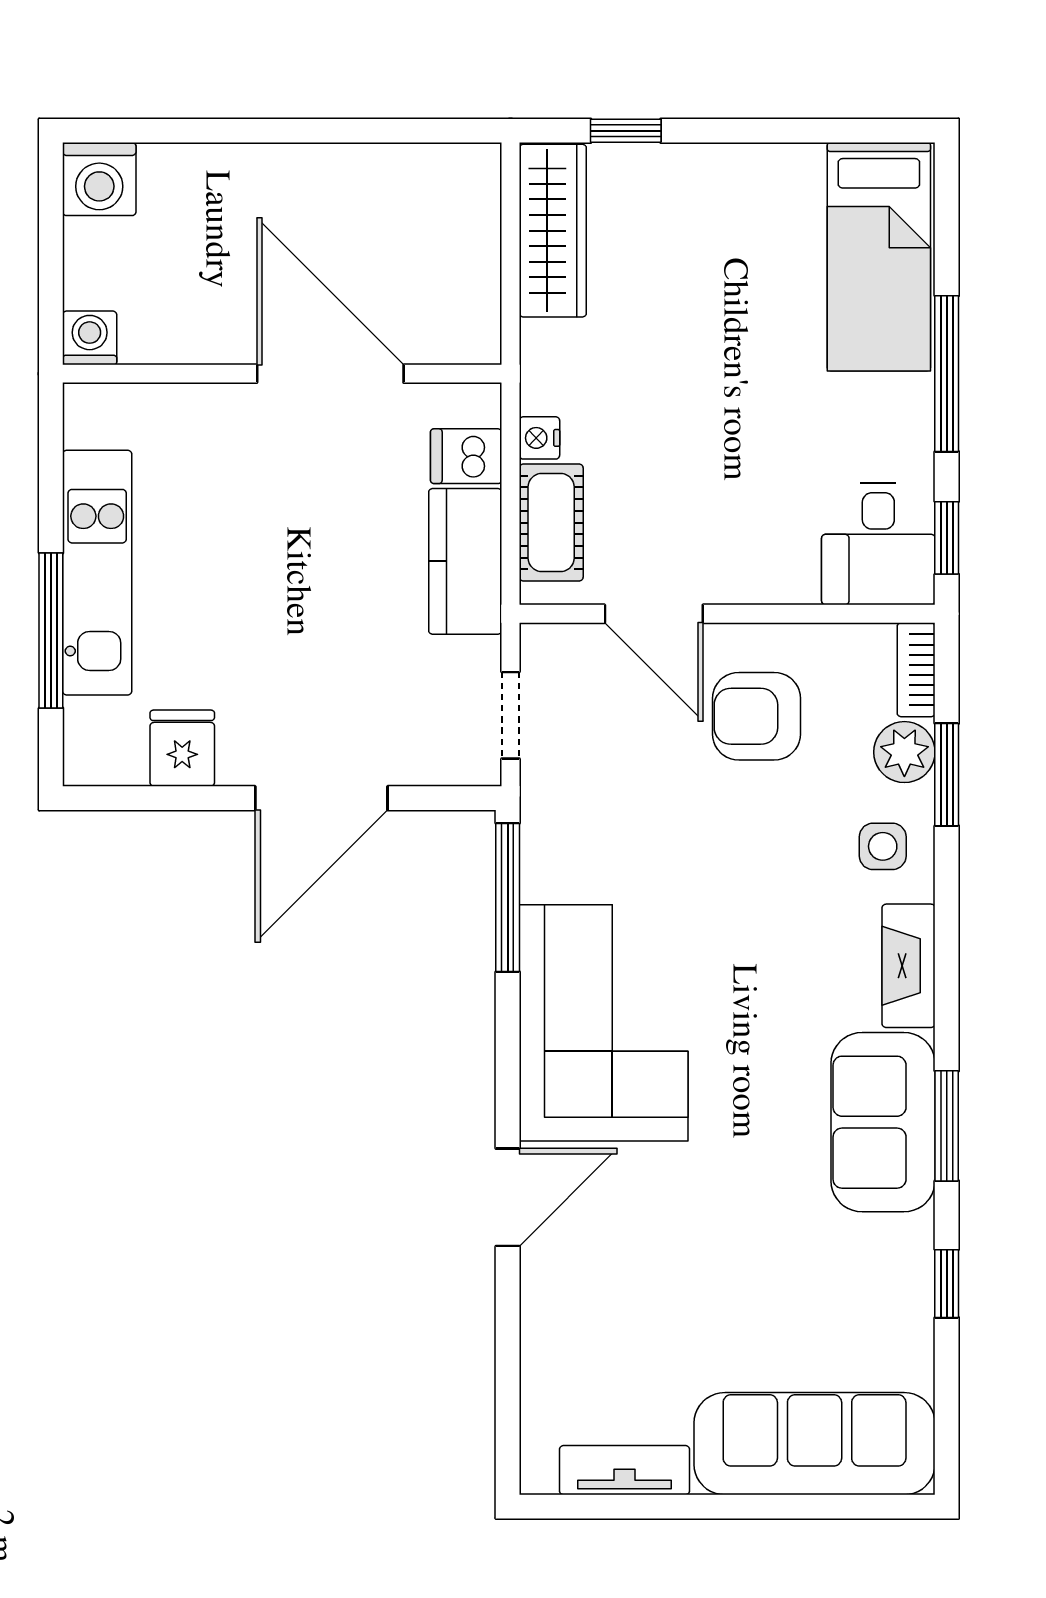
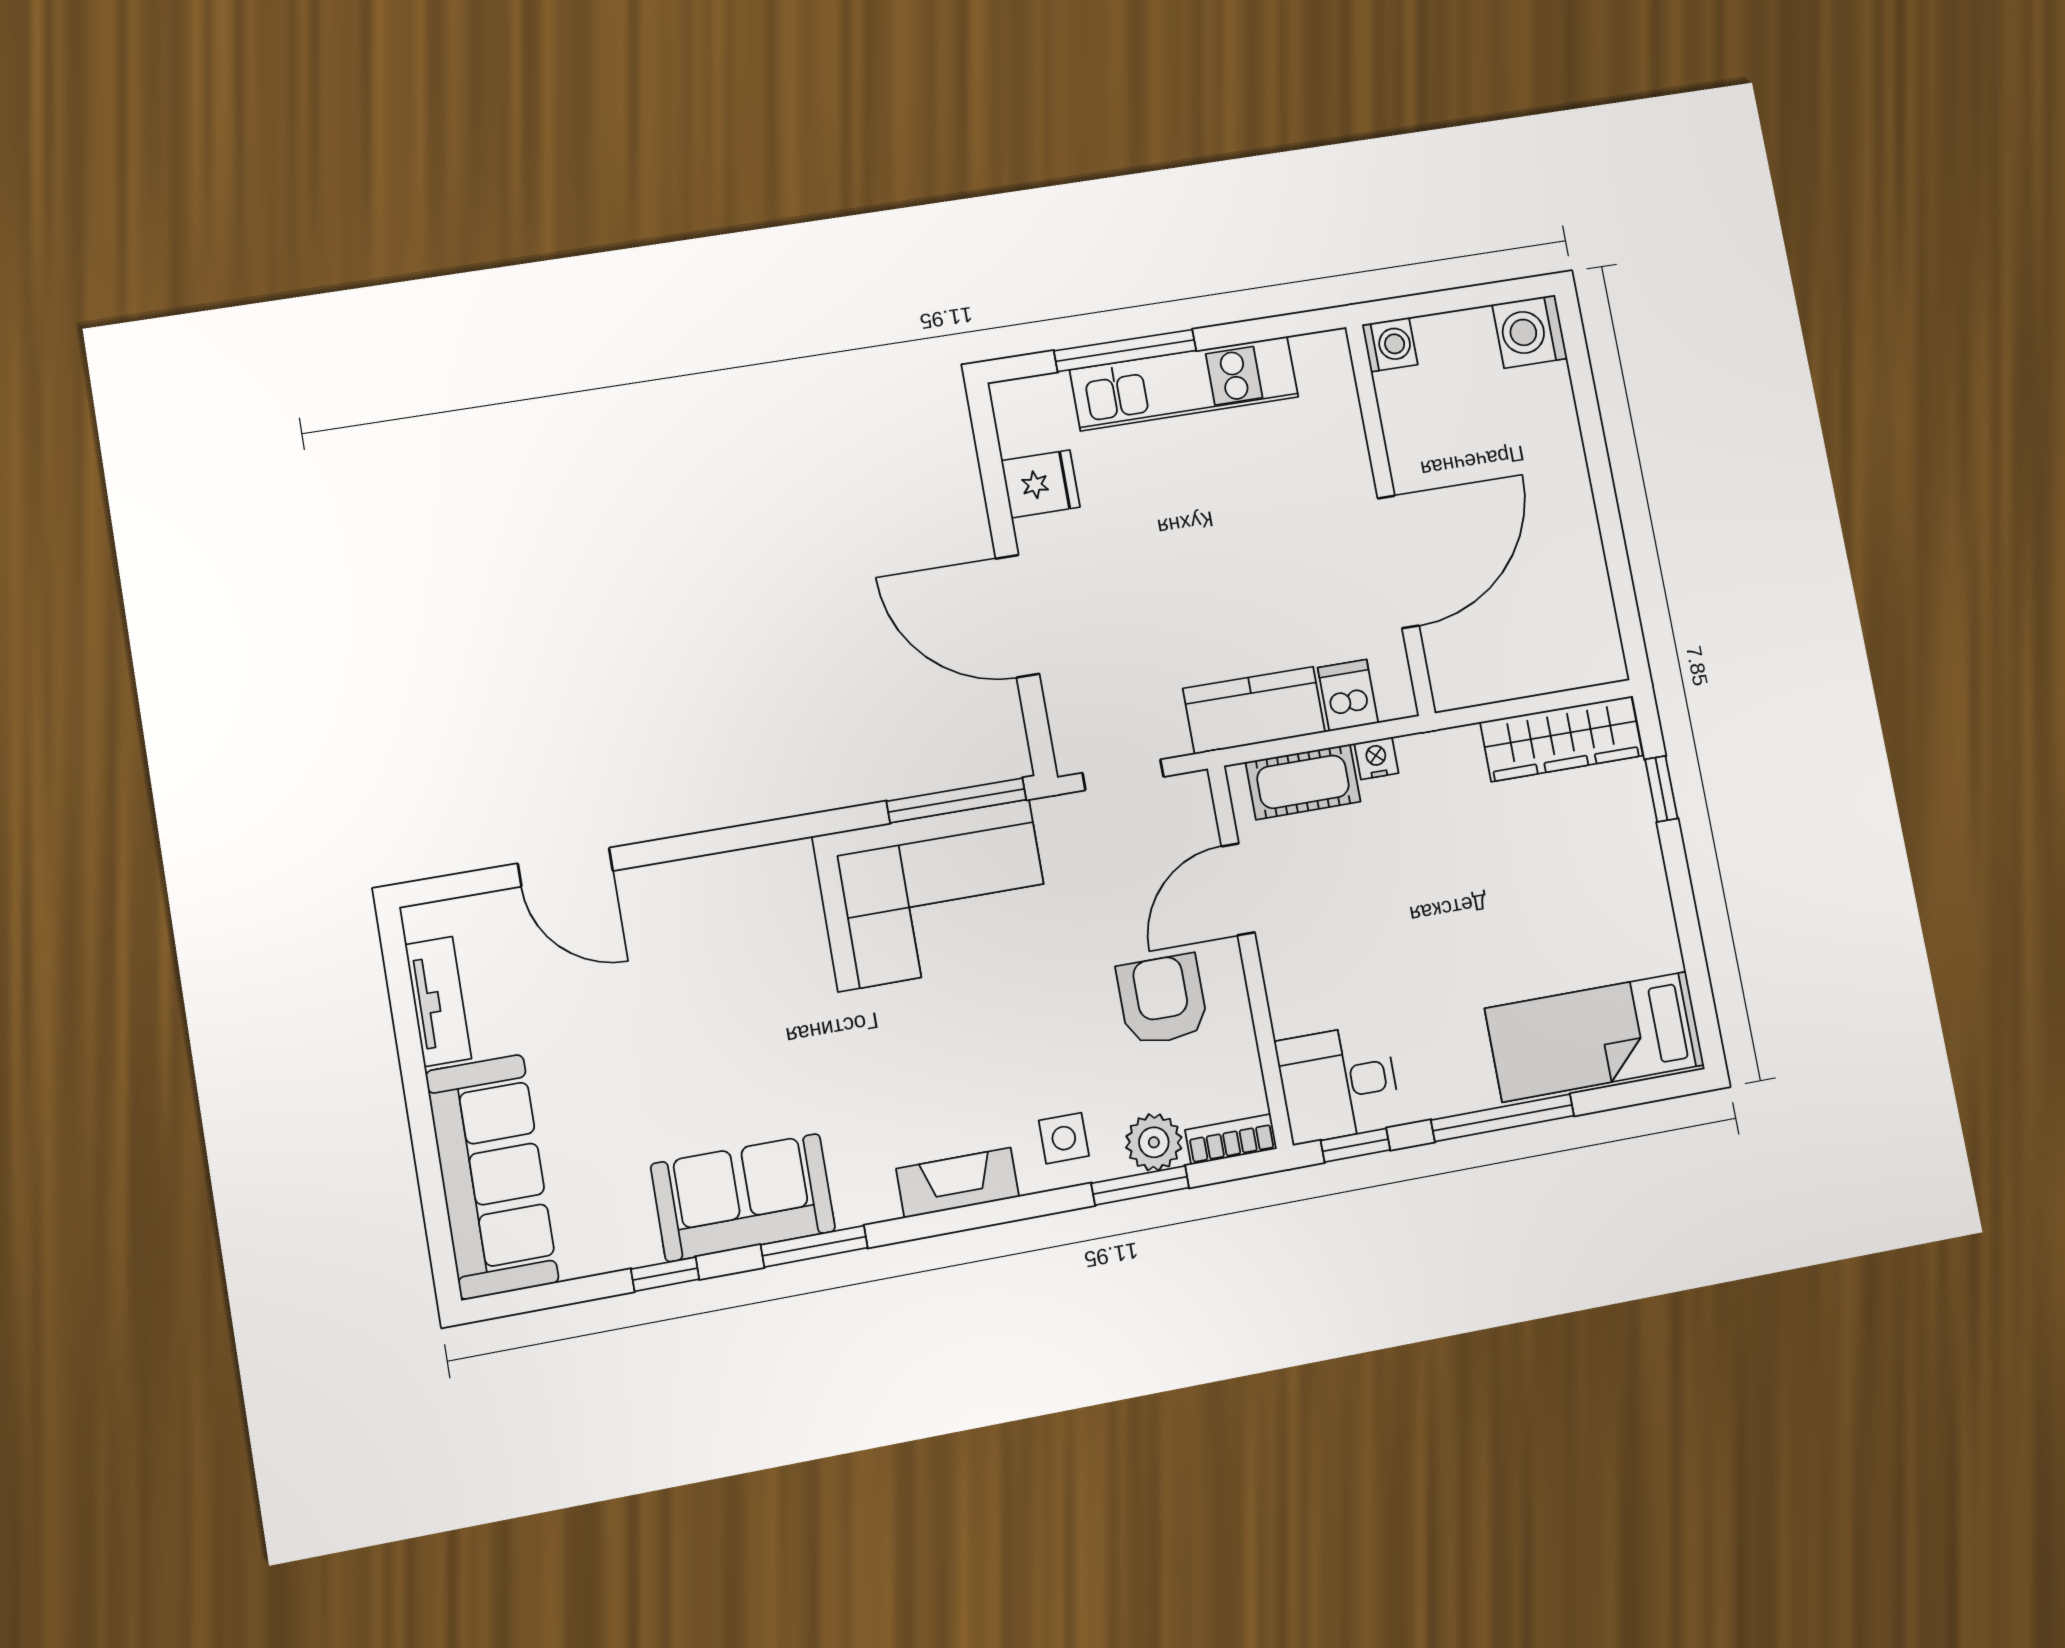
corner sofa: (604, 1023) -> (934, 895), moved
sofa: (883, 1122) -> (743, 1198), moved
door: (508, 1197) -> (565, 867), moved

